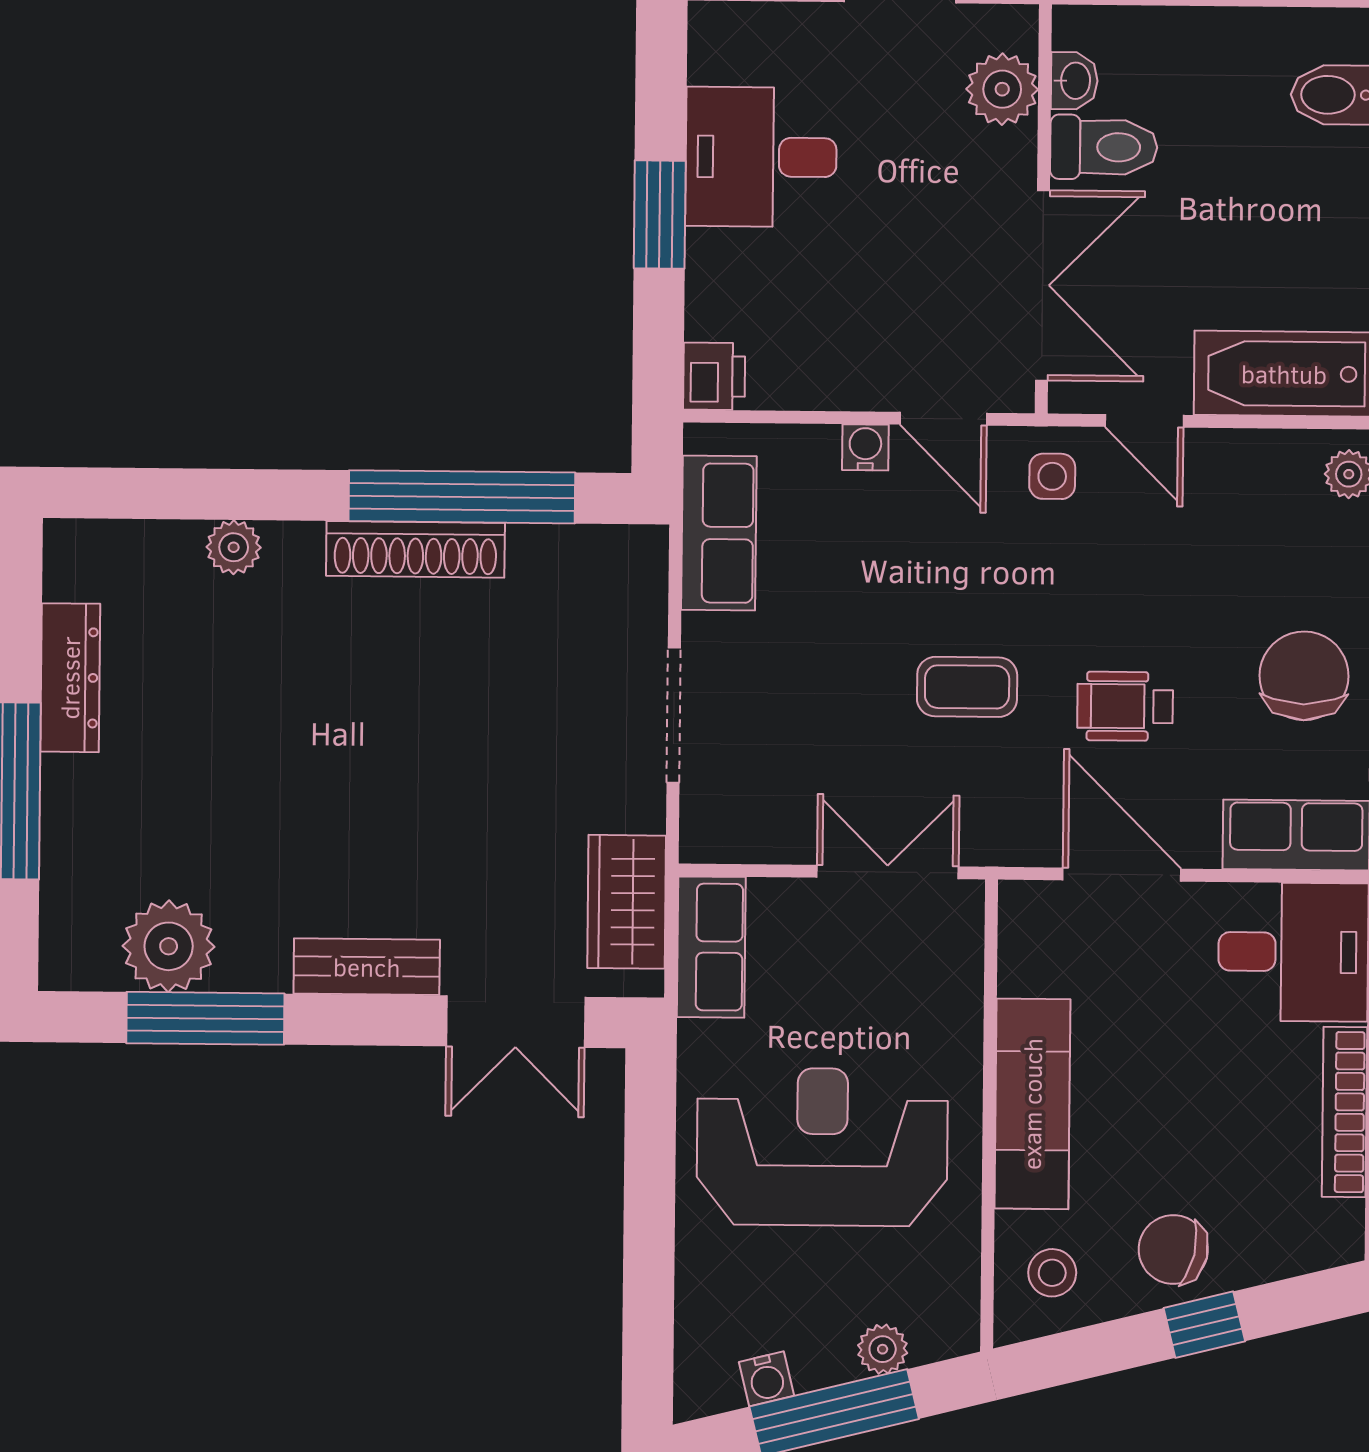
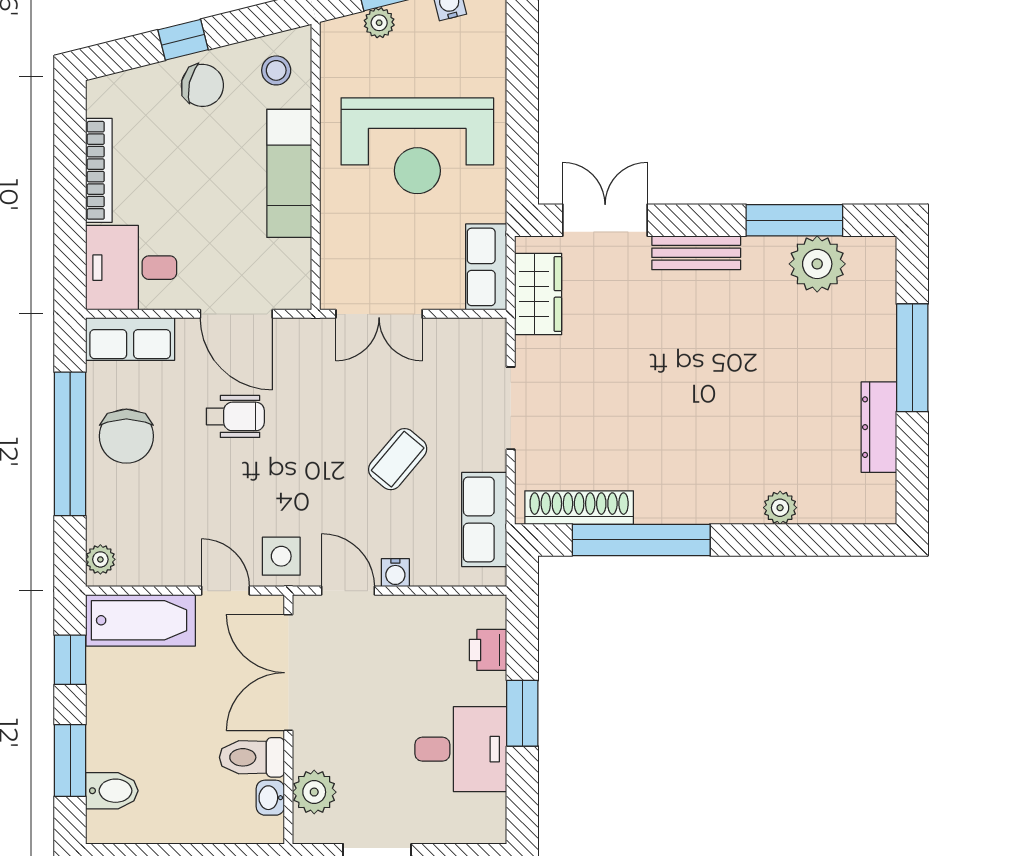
printer: (714, 376) -> (488, 650), moved
side table: (1052, 476) -> (281, 556), width x1.37, depth x1.37
shoe rack: (415, 549) -> (579, 508), moved
coffee table: (967, 687) -> (398, 459), moved, turned -50

